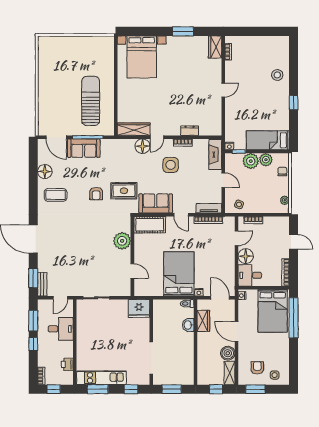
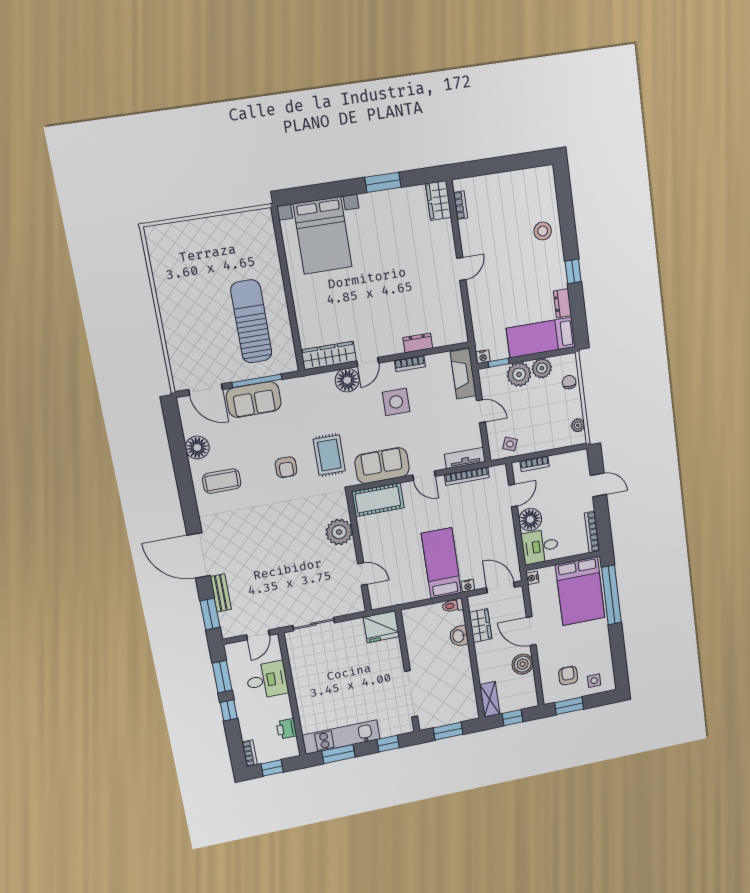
dresser: (284, 121) -> (562, 303), added
rug: (124, 191) -> (329, 455), turned 90
bed: (179, 274) -> (441, 563), width x0.67
bench: (42, 284) -> (221, 593), moved
shelving: (230, 373) -> (490, 699), moved

